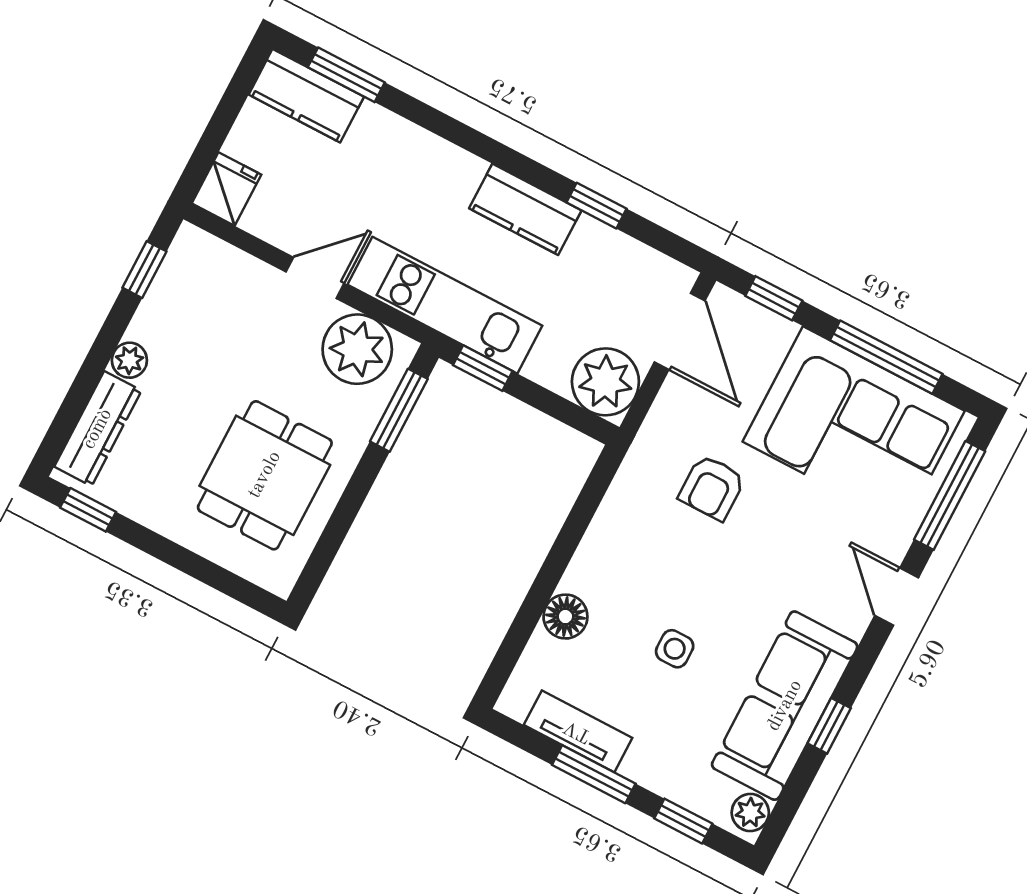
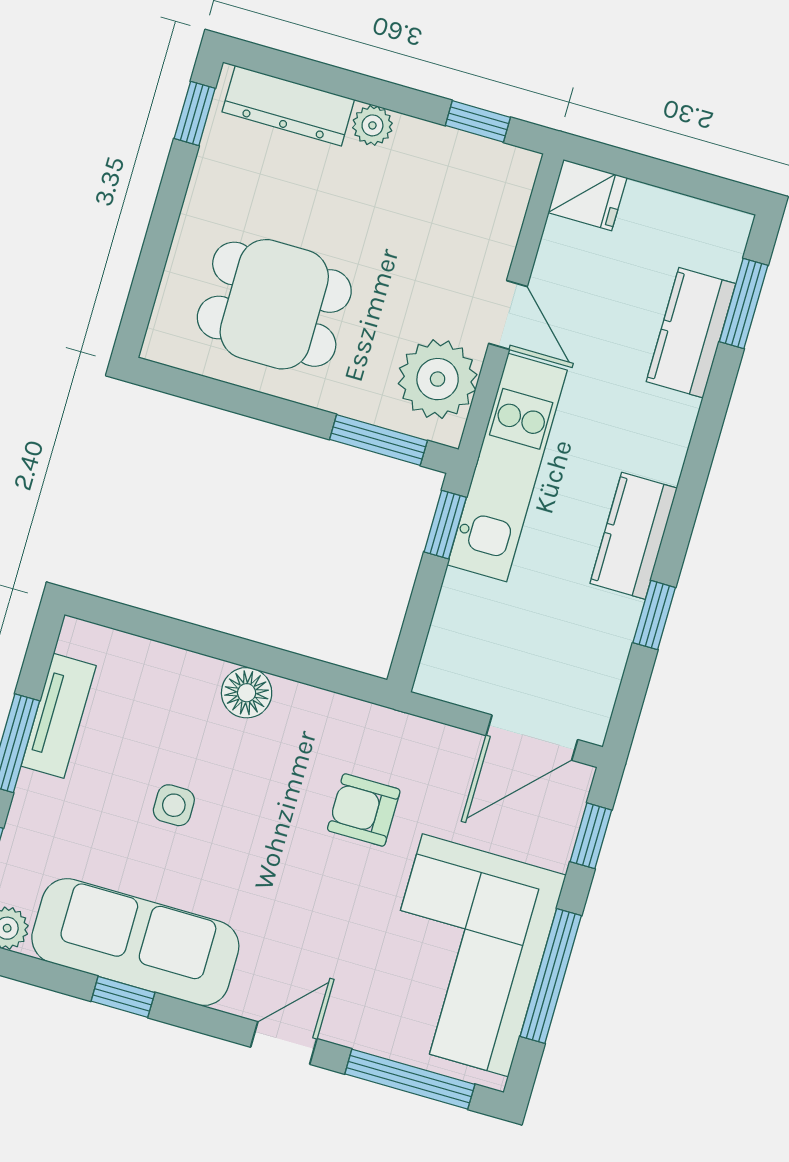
kitchen counter: (306, 96) -> (691, 333), moved
plant: (605, 382) -> (458, 666), removed
floor lamp: (565, 617) -> (247, 693), moved

